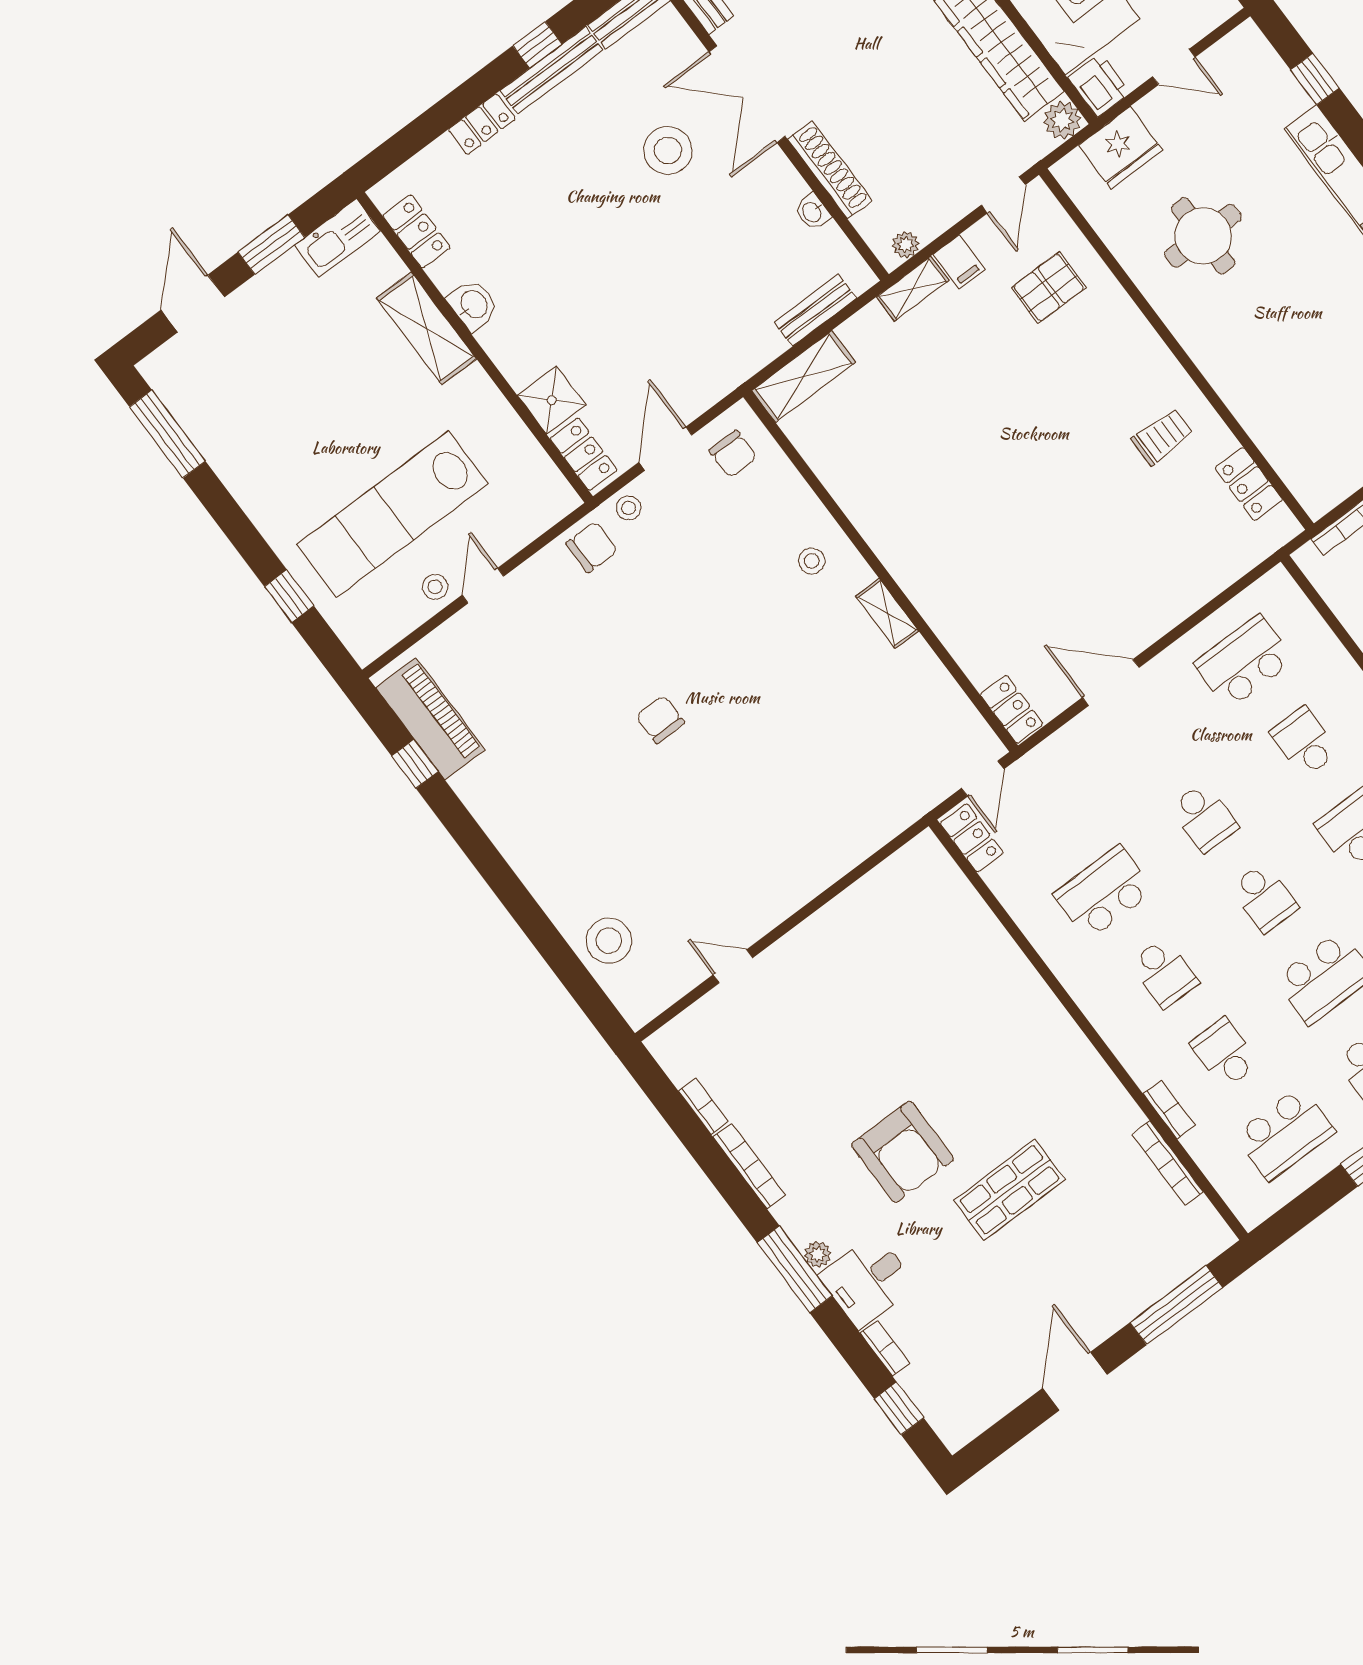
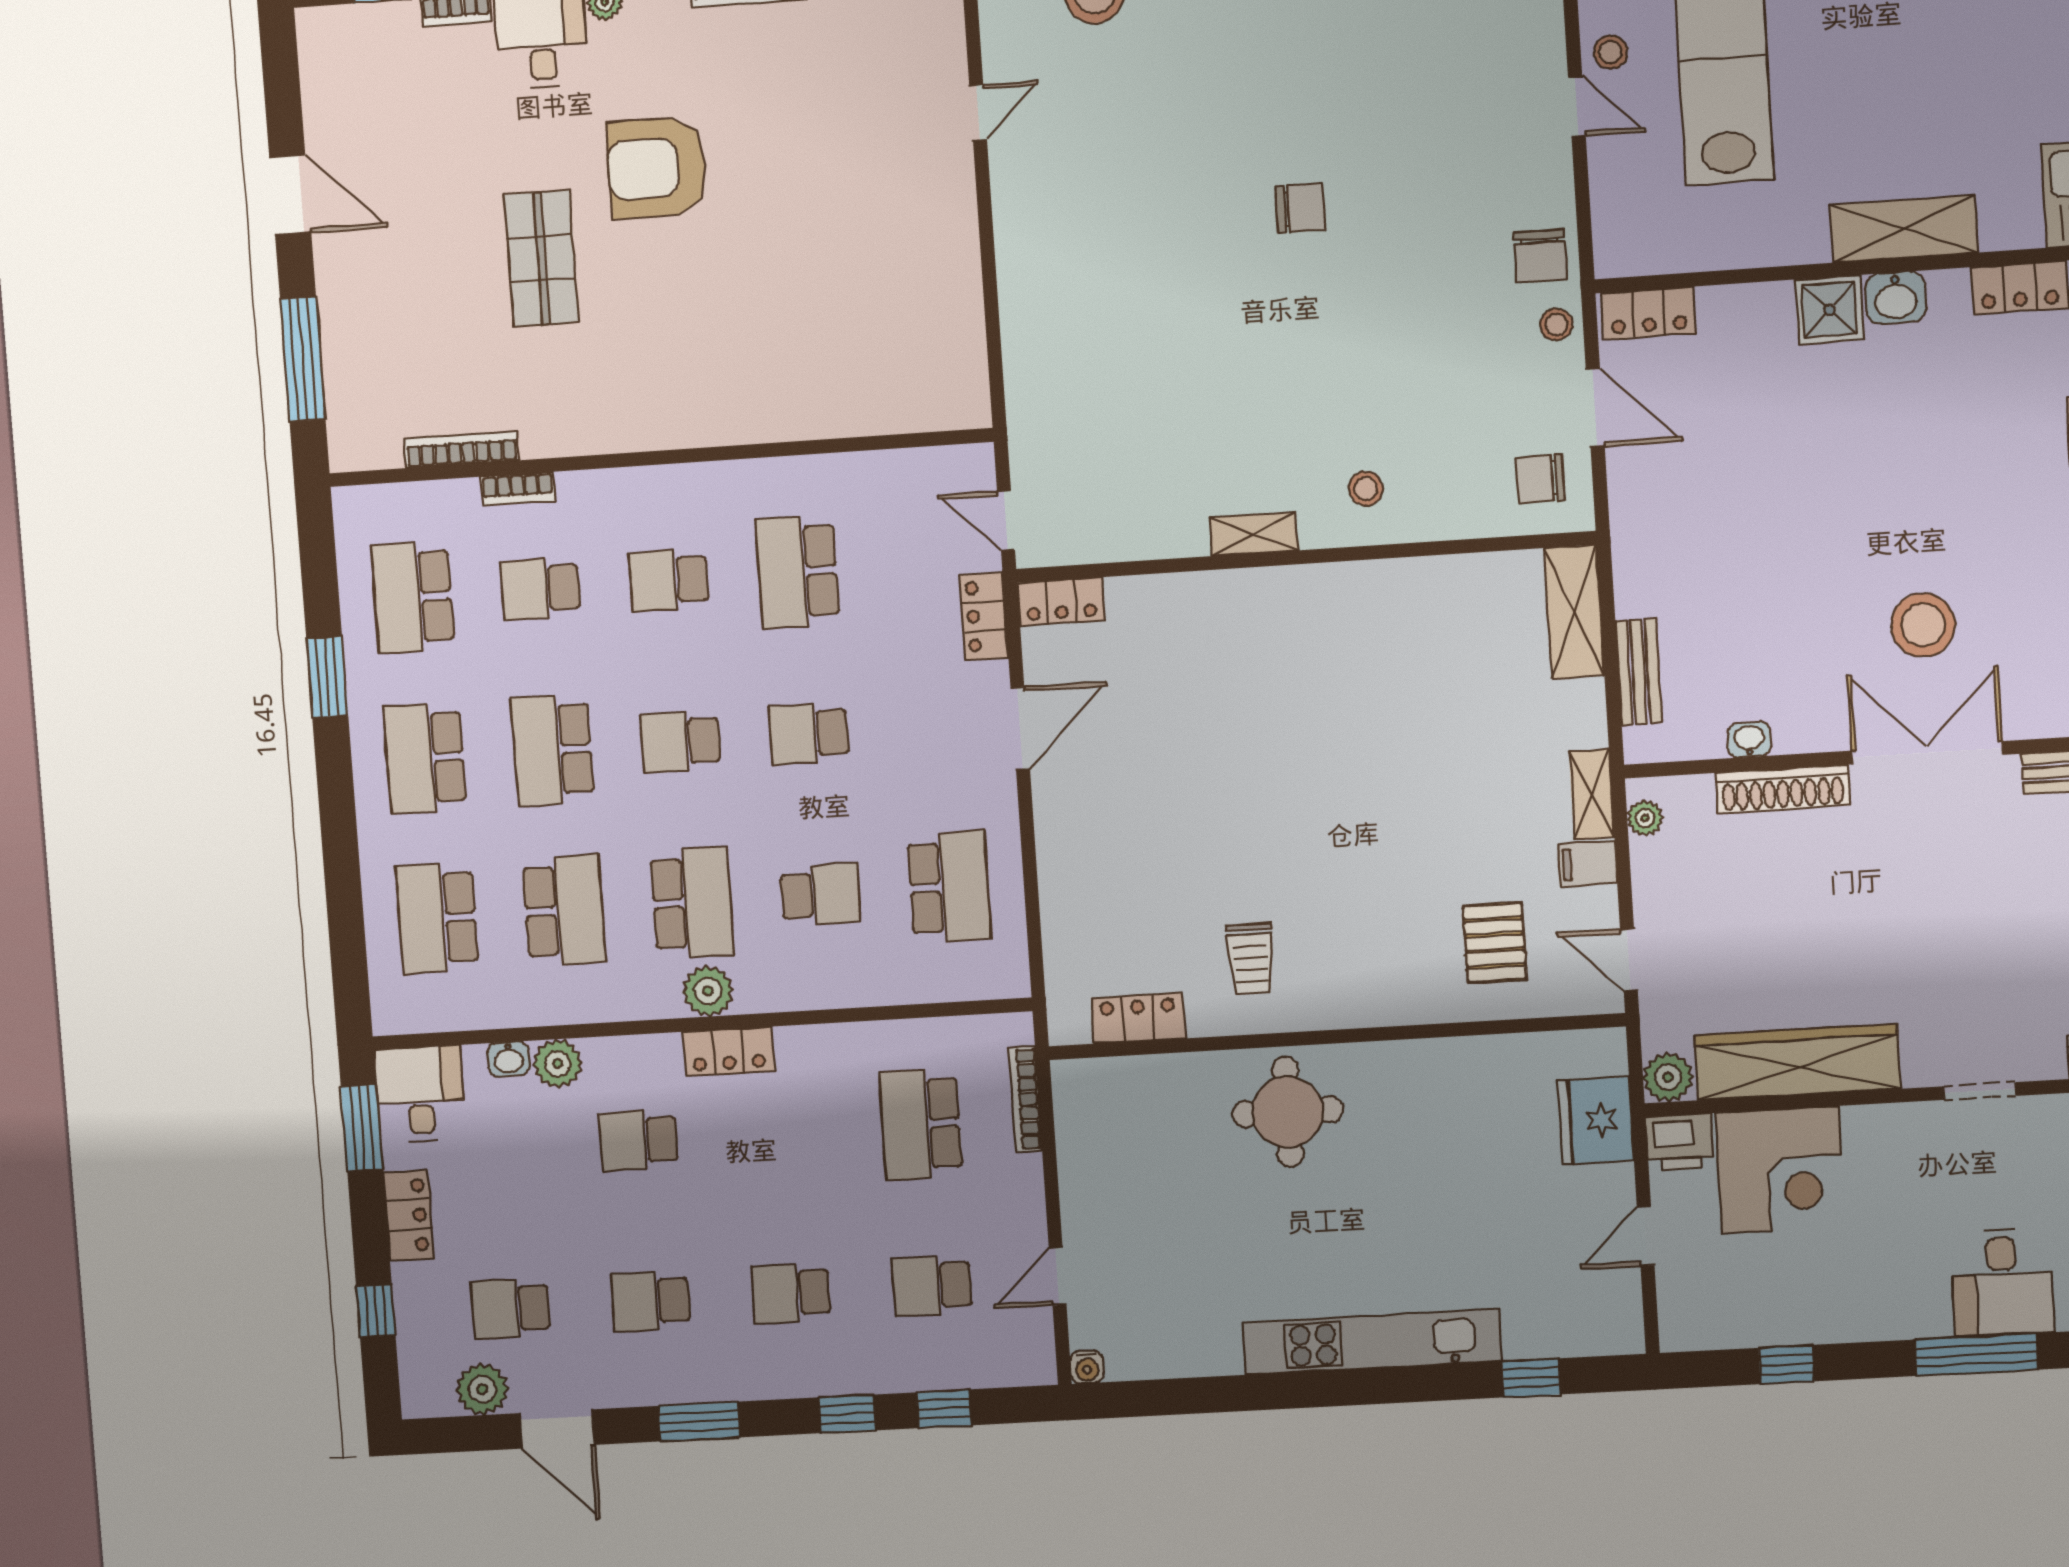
round table: (1203, 236) -> (1288, 1112), moved
shower: (552, 400) -> (1830, 310), moved
locker: (972, 838) -> (984, 616), moved, turned 90
school desk: (1104, 892) -> (797, 572), turned 180
school desk: (1224, 1053) -> (540, 589), turned 180

